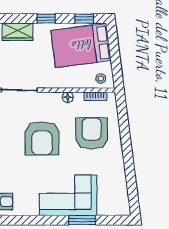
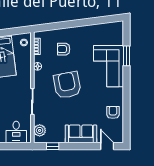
armchair: (92, 133) -> (64, 49), width x0.53, depth x0.53
armchair: (42, 138) -> (67, 85), turned -101

